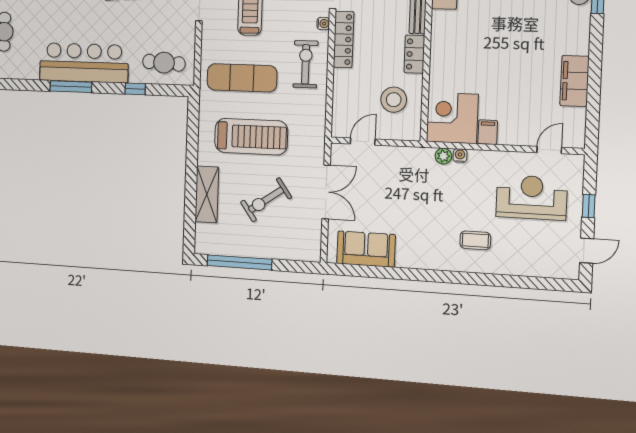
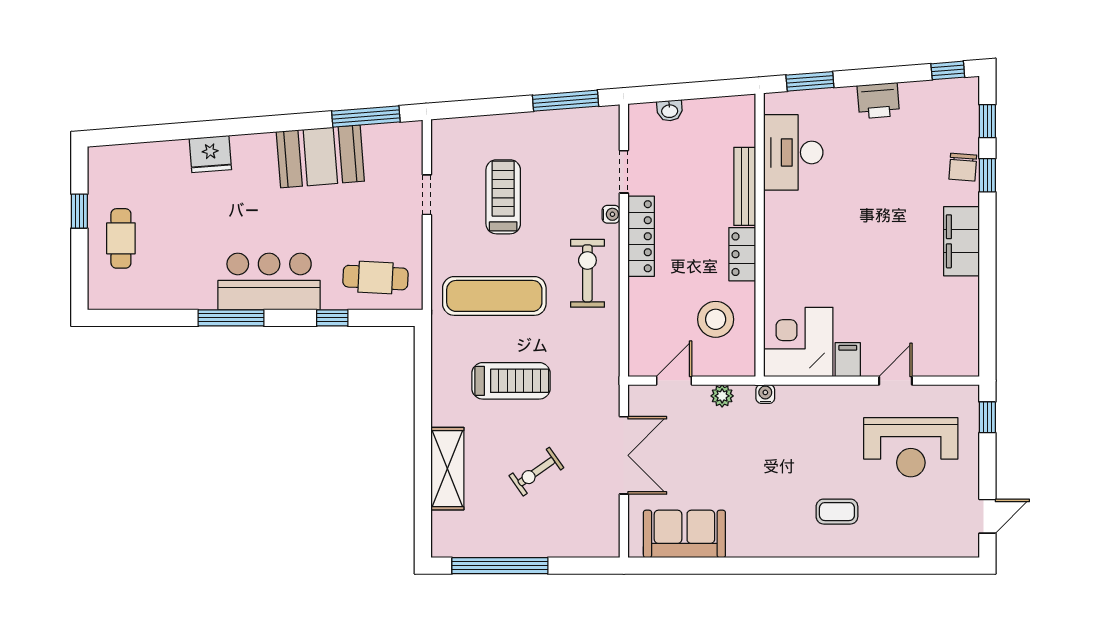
bar counter: (84, 63) -> (269, 282), width x0.73
filing cabinet: (575, 81) -> (961, 241), moved
treadmill: (251, 137) -> (511, 381), width x0.73, depth x0.73
door: (549, 150) -> (896, 381), moved
plant: (443, 156) -> (722, 396), moved
water cooler: (460, 156) -> (765, 394), moved
reception desk: (531, 197) -> (911, 447), turned 180
exercise bike: (266, 200) -> (536, 472), width x0.73, depth x0.72
window: (589, 206) -> (987, 417), moved

